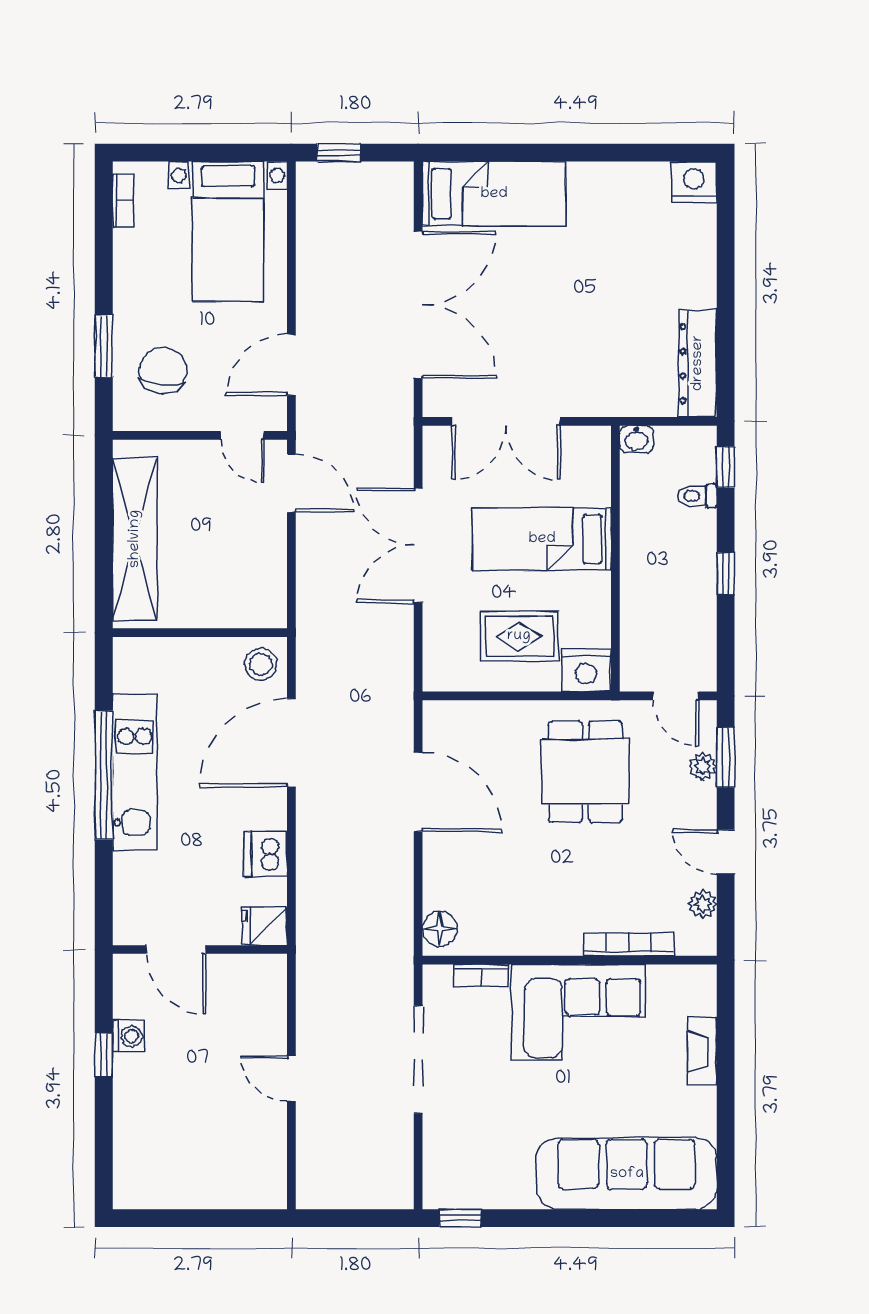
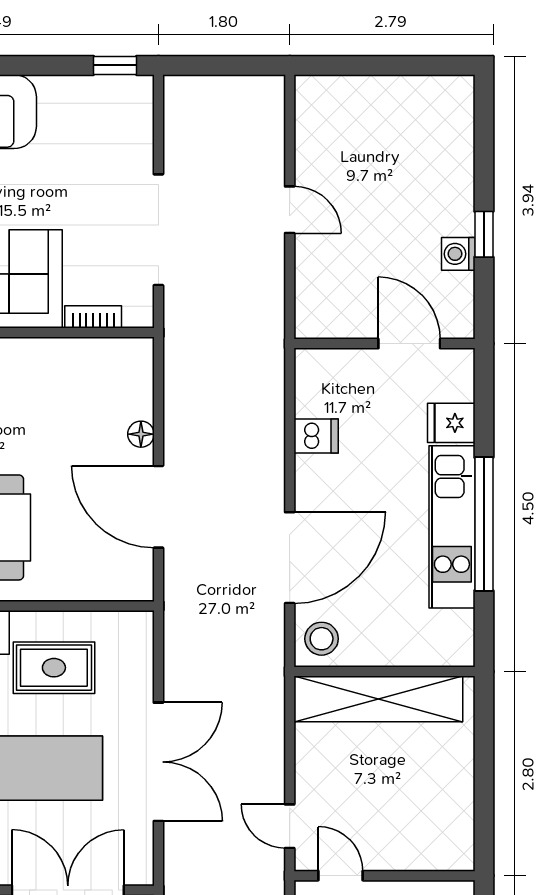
door: (291, 483) -> (290, 826), width x0.73
shelving: (135, 539) -> (378, 699), moved, turned 90
dishwasher: (266, 854) -> (316, 436), width x0.73
fridge: (264, 926) -> (451, 423), moved, turned 180
floor lamp: (440, 929) -> (141, 434), moved, width x0.73, depth x0.73

